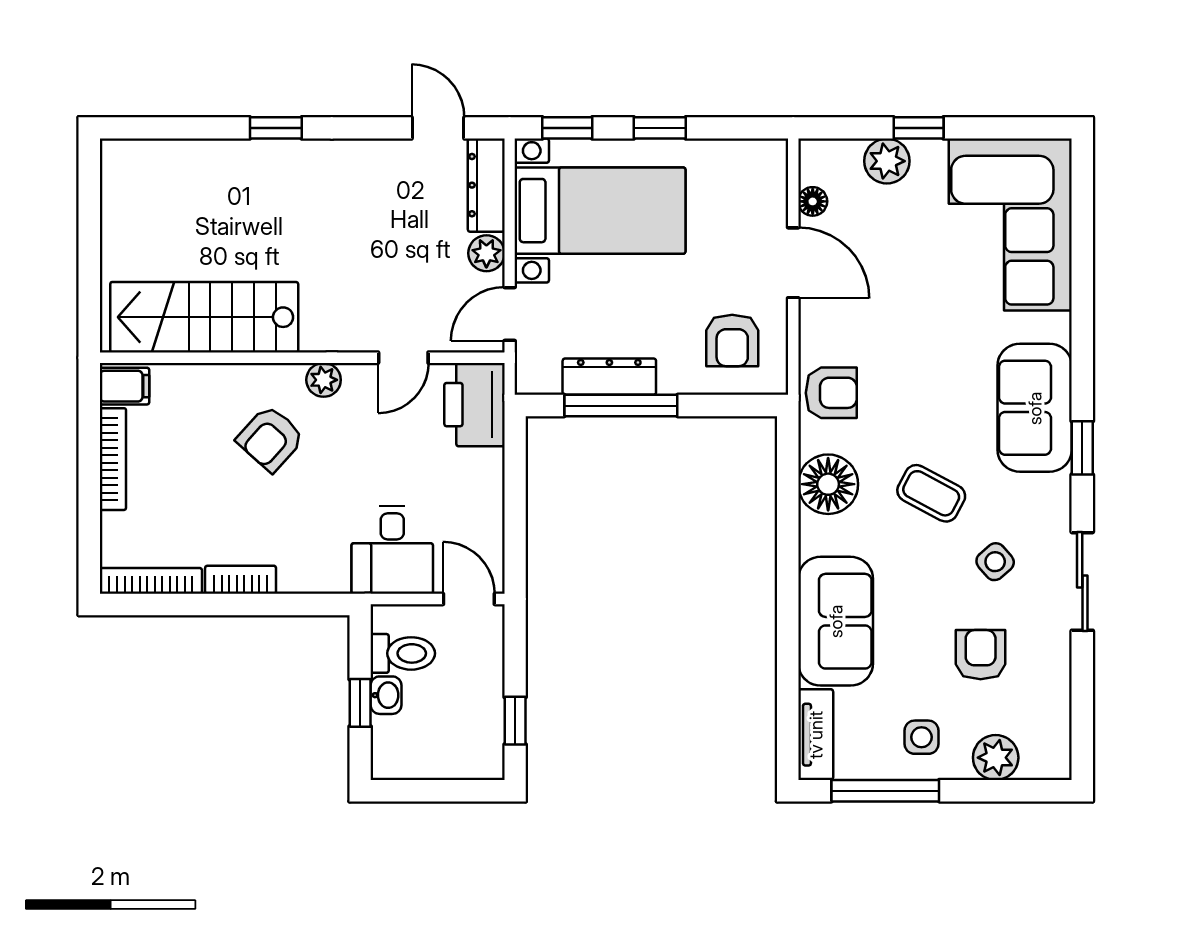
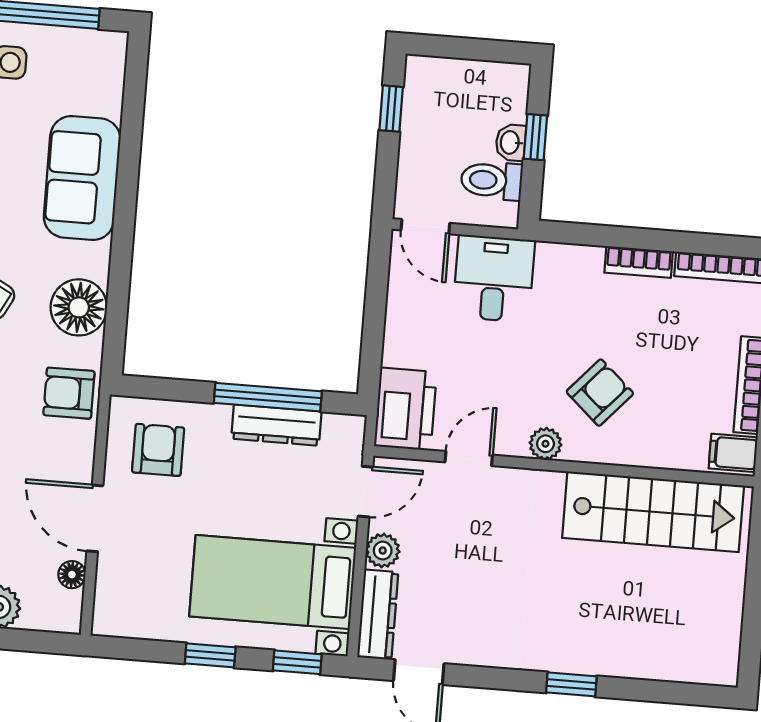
tv unit: (816, 735) -> (109, 73), removed

